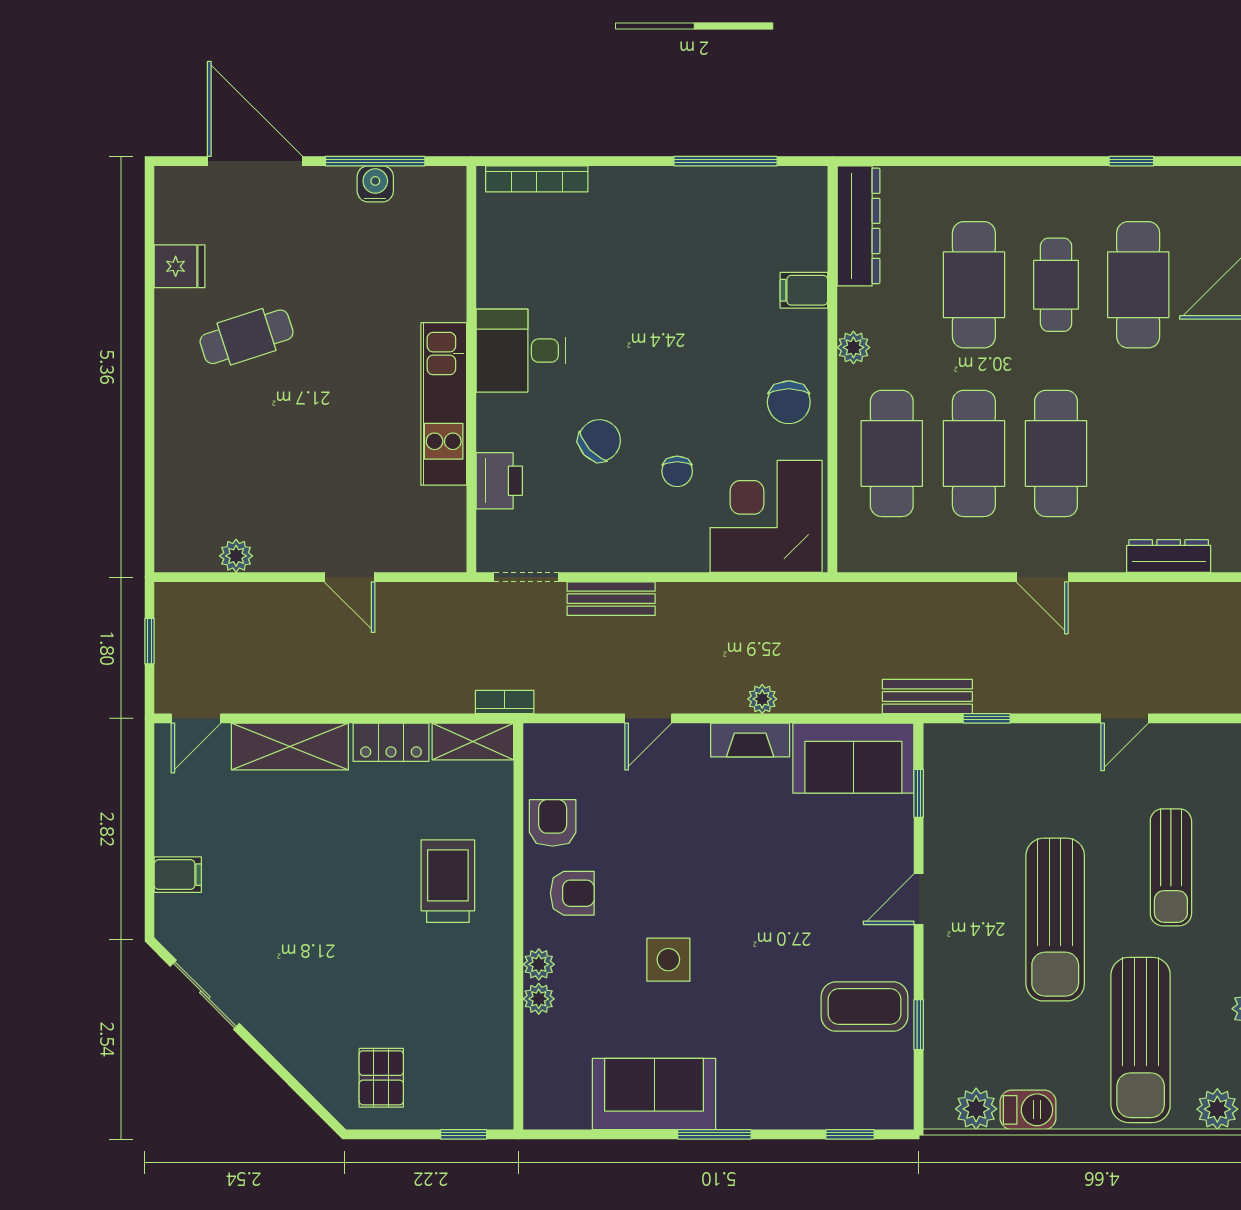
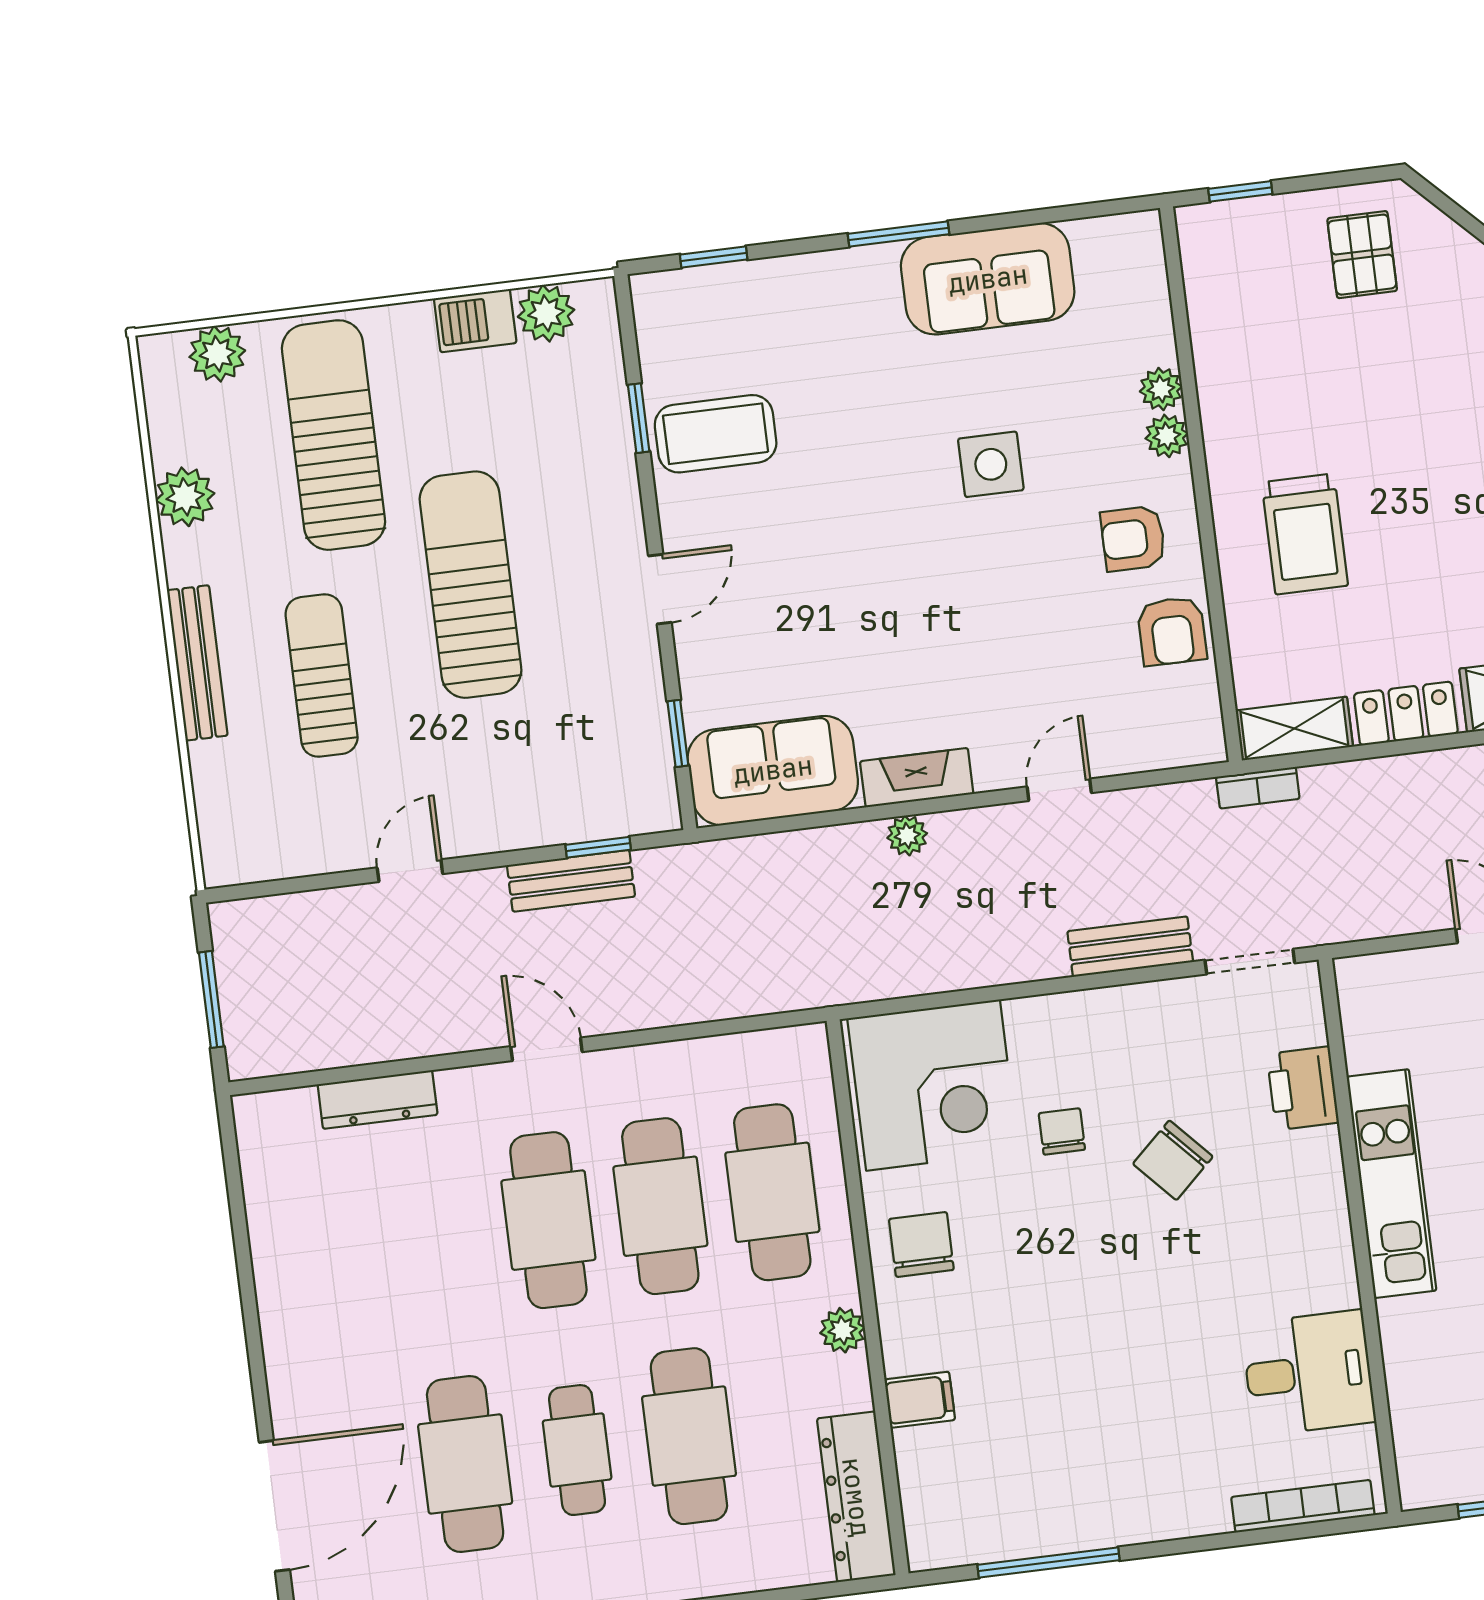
desk: (521, 351) -> (1308, 1373), moved
bench: (927, 697) -> (571, 881), moved

